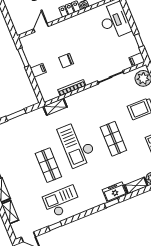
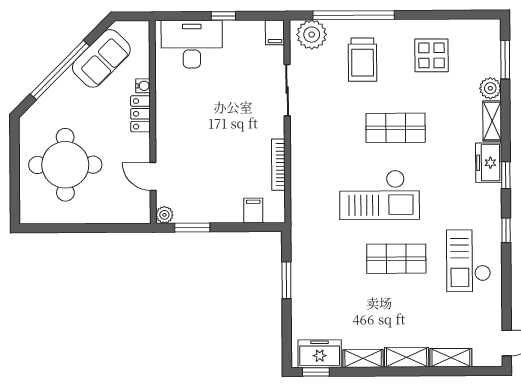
window: (139, 40) -> (223, 16), moved
plant: (24, 41) -> (164, 215), added
chair: (66, 61) -> (228, 156), removed
filing cabinet: (38, 70) -> (253, 211), moved
shelving: (55, 107) -> (300, 207), removed
window: (55, 226) -> (506, 230), moved

